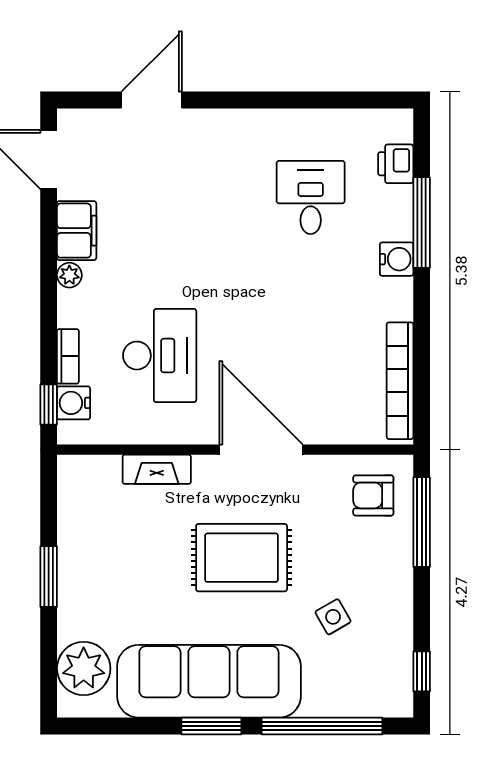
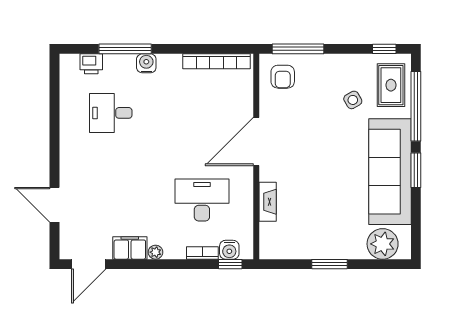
rug: (242, 558) -> (391, 85), moved, width x0.73, depth x0.70

